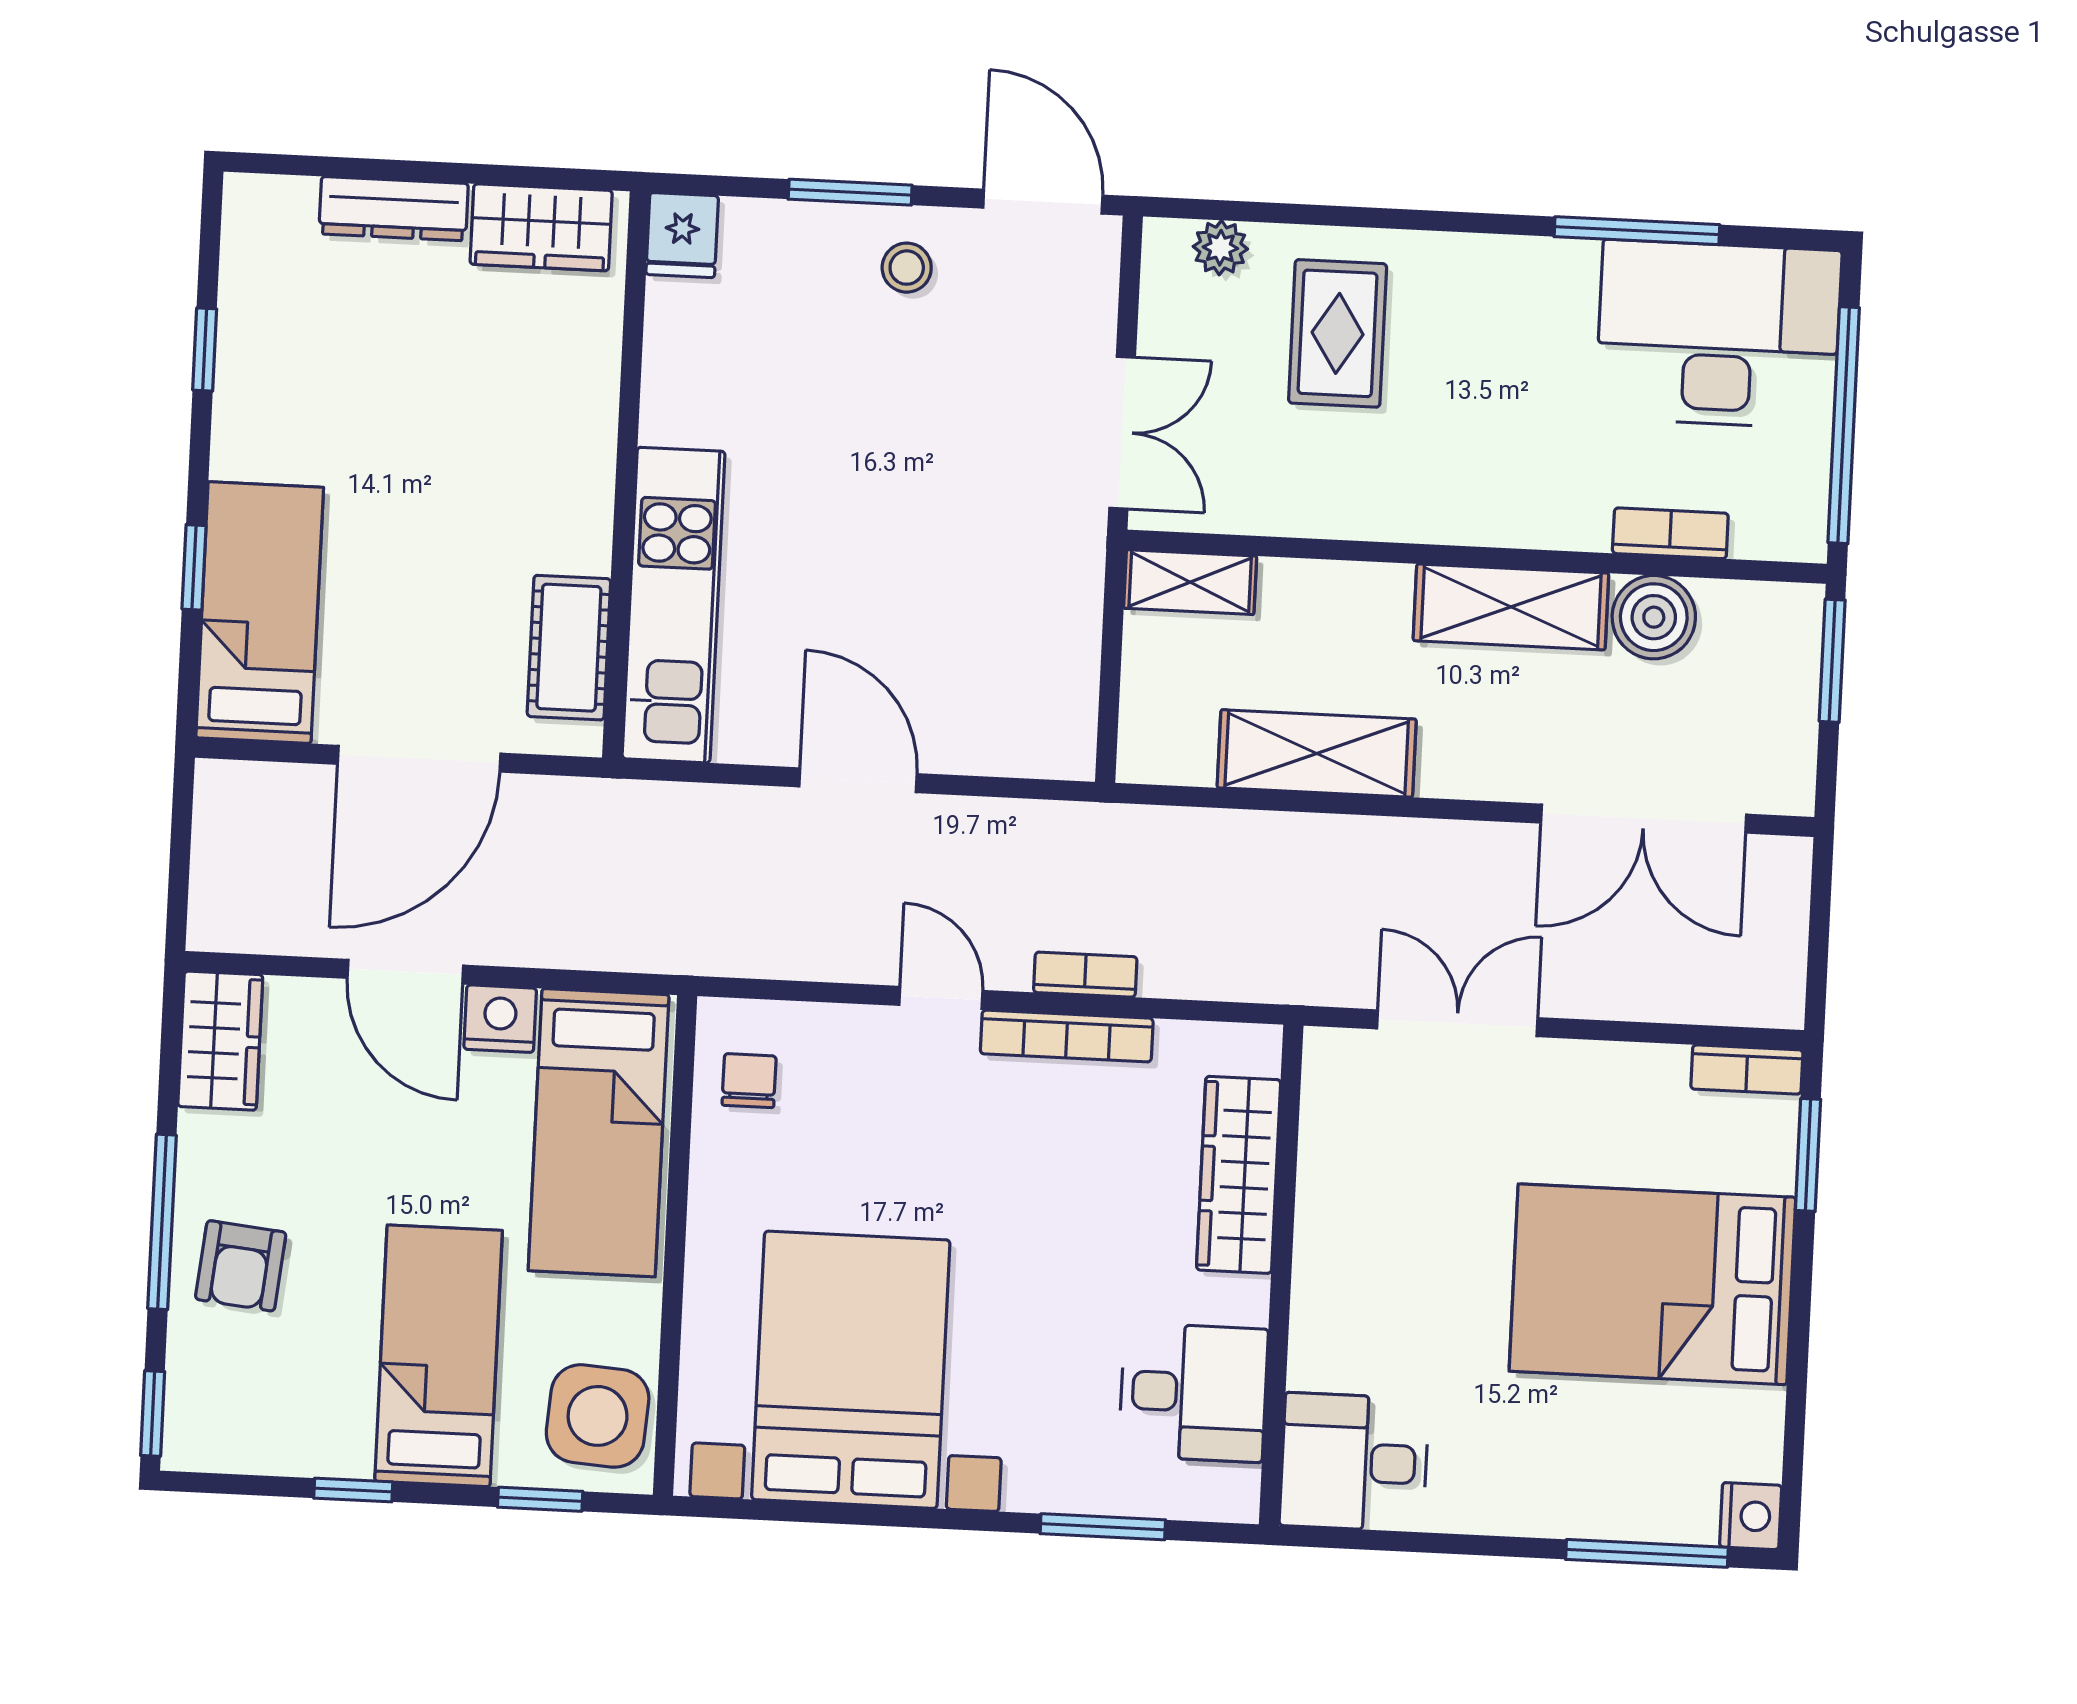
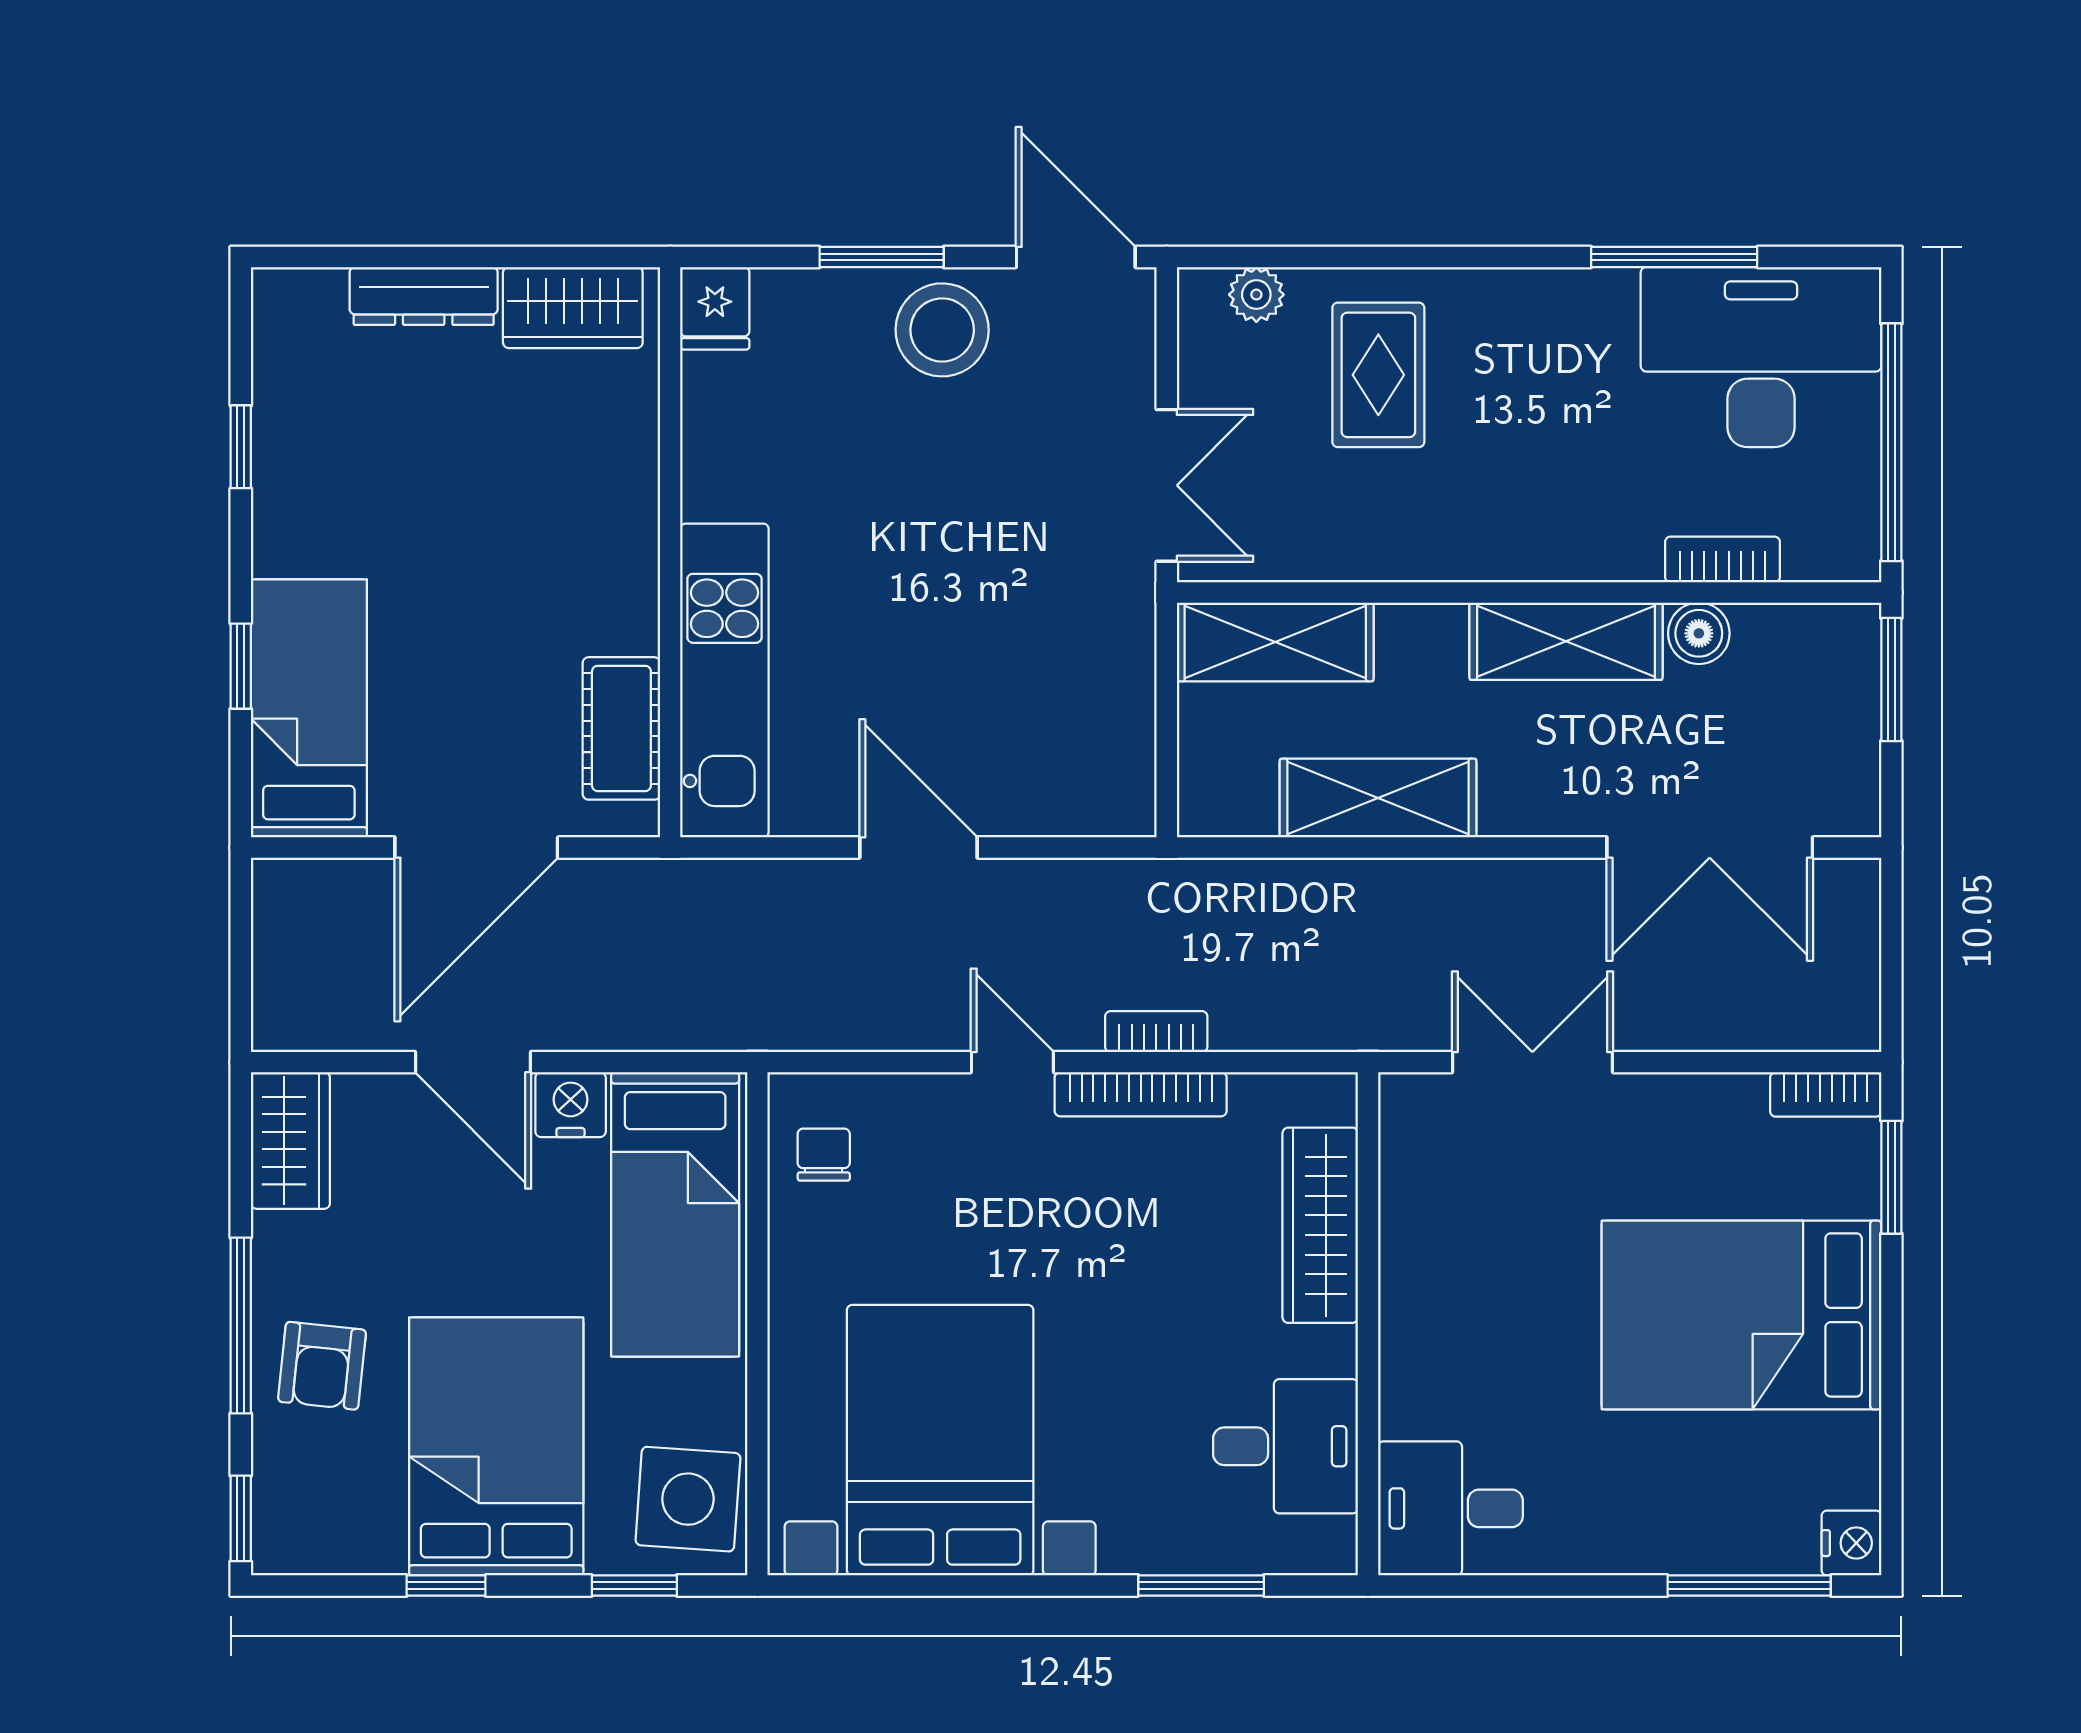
stool: (907, 268) -> (942, 330), width x1.89, depth x1.89
shelving: (1190, 582) -> (1275, 642), width x1.50, depth x1.33
boiler: (1654, 617) -> (1699, 633), width x0.73, depth x0.73
bed: (439, 1356) -> (496, 1446), width x1.50

